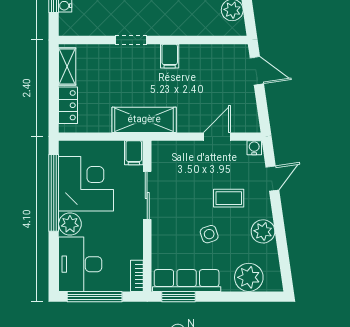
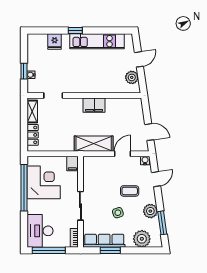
doorway: (131, 40) -> (53, 95), moved
filing cabinet: (170, 56) -> (94, 105), width x2.00
door: (257, 71) -> (149, 132), moved
shelving: (144, 120) -> (94, 144), moved
sliding door: (147, 195) -> (80, 206), moved
plant: (70, 224) -> (34, 207), removed
window: (283, 251) -> (162, 223), added
window: (179, 297) -> (110, 250), moved

